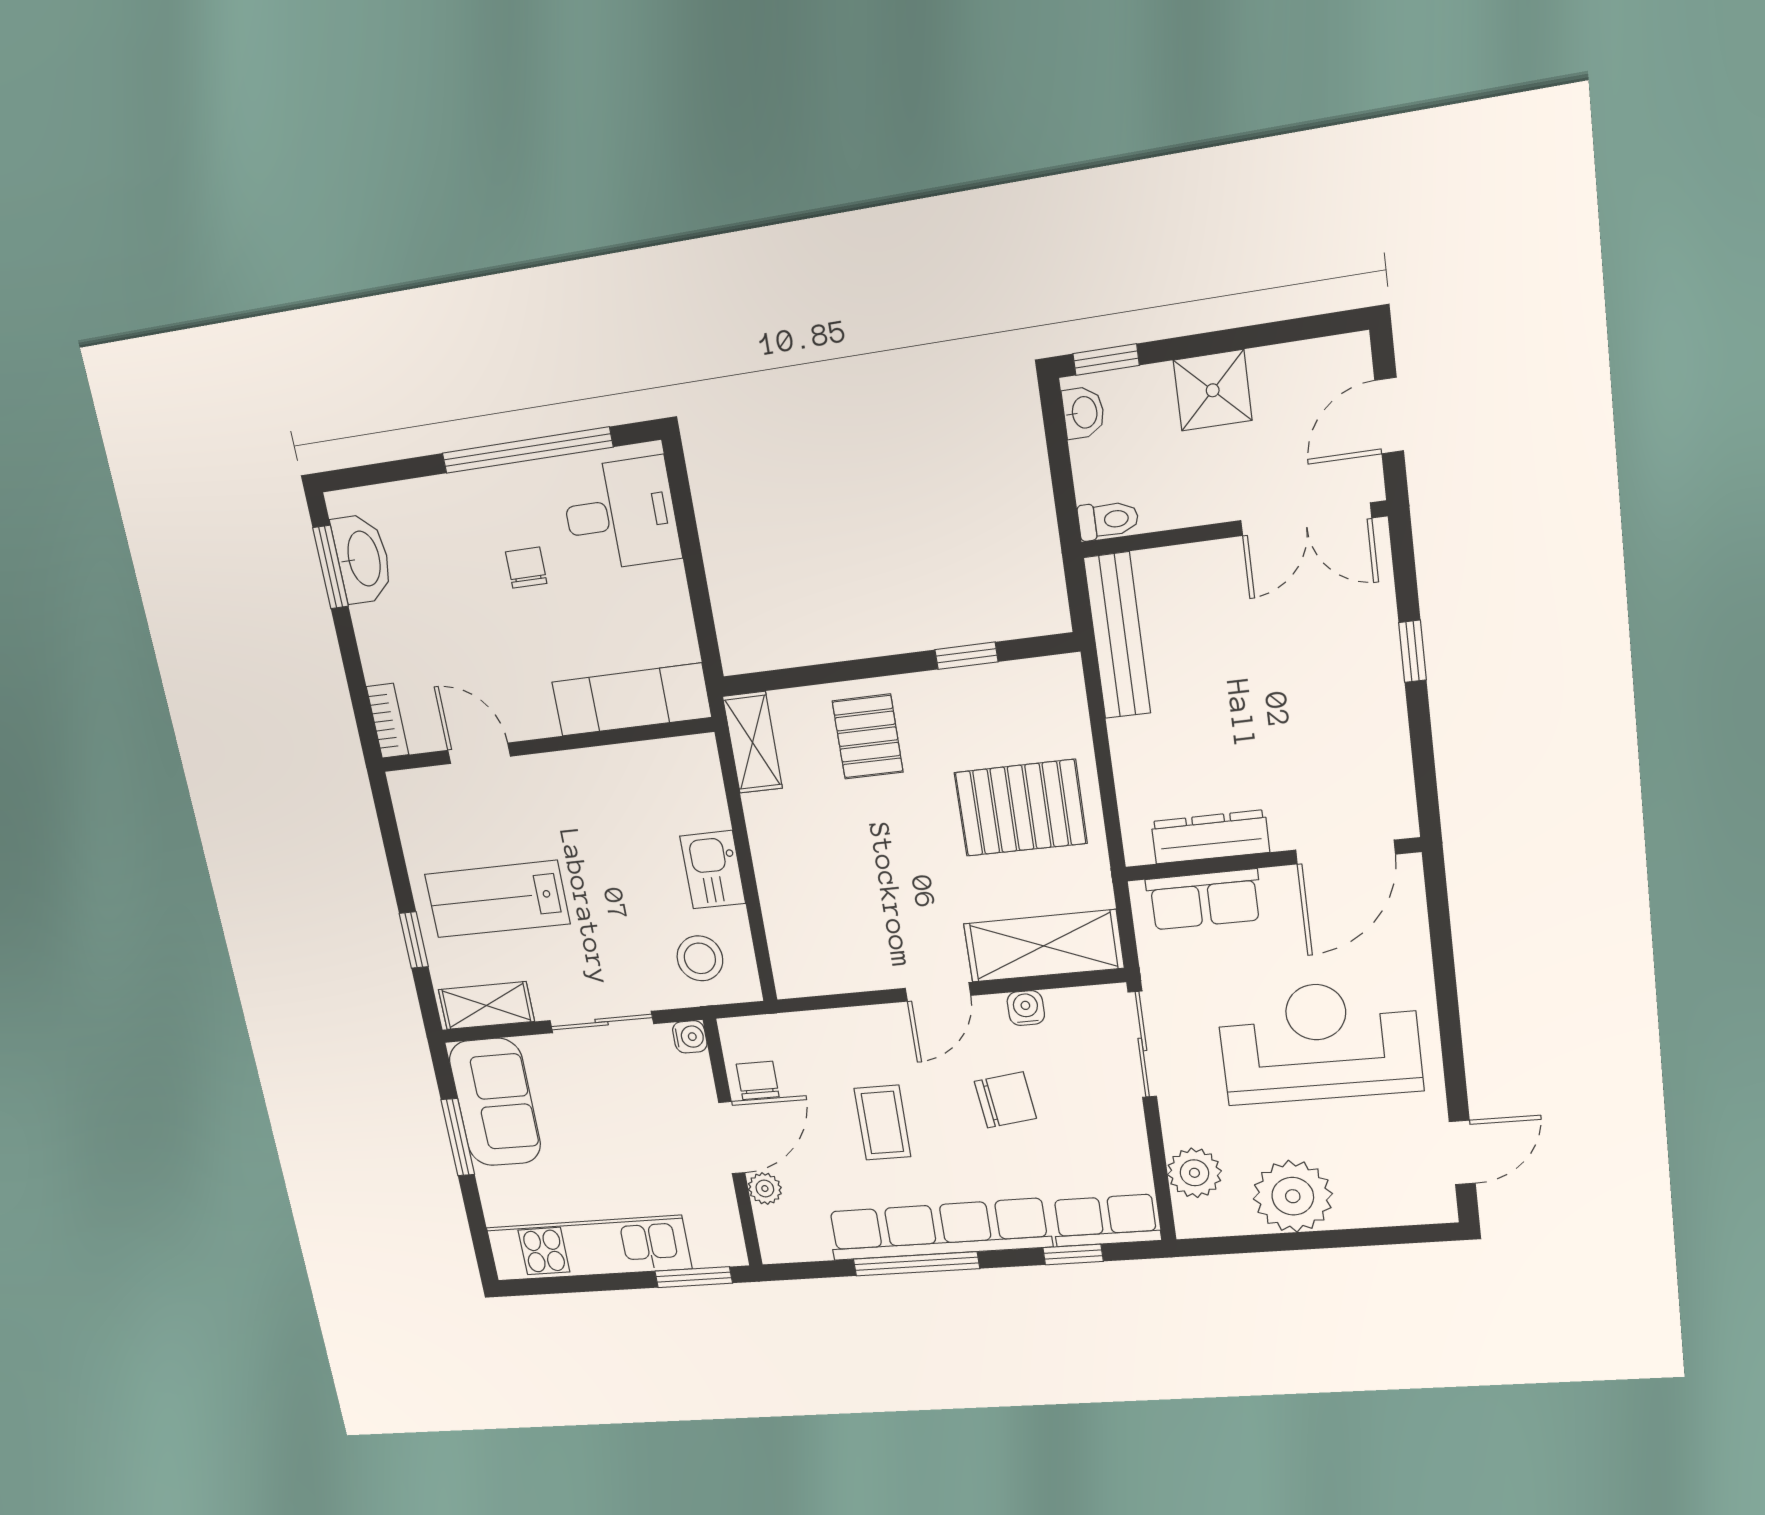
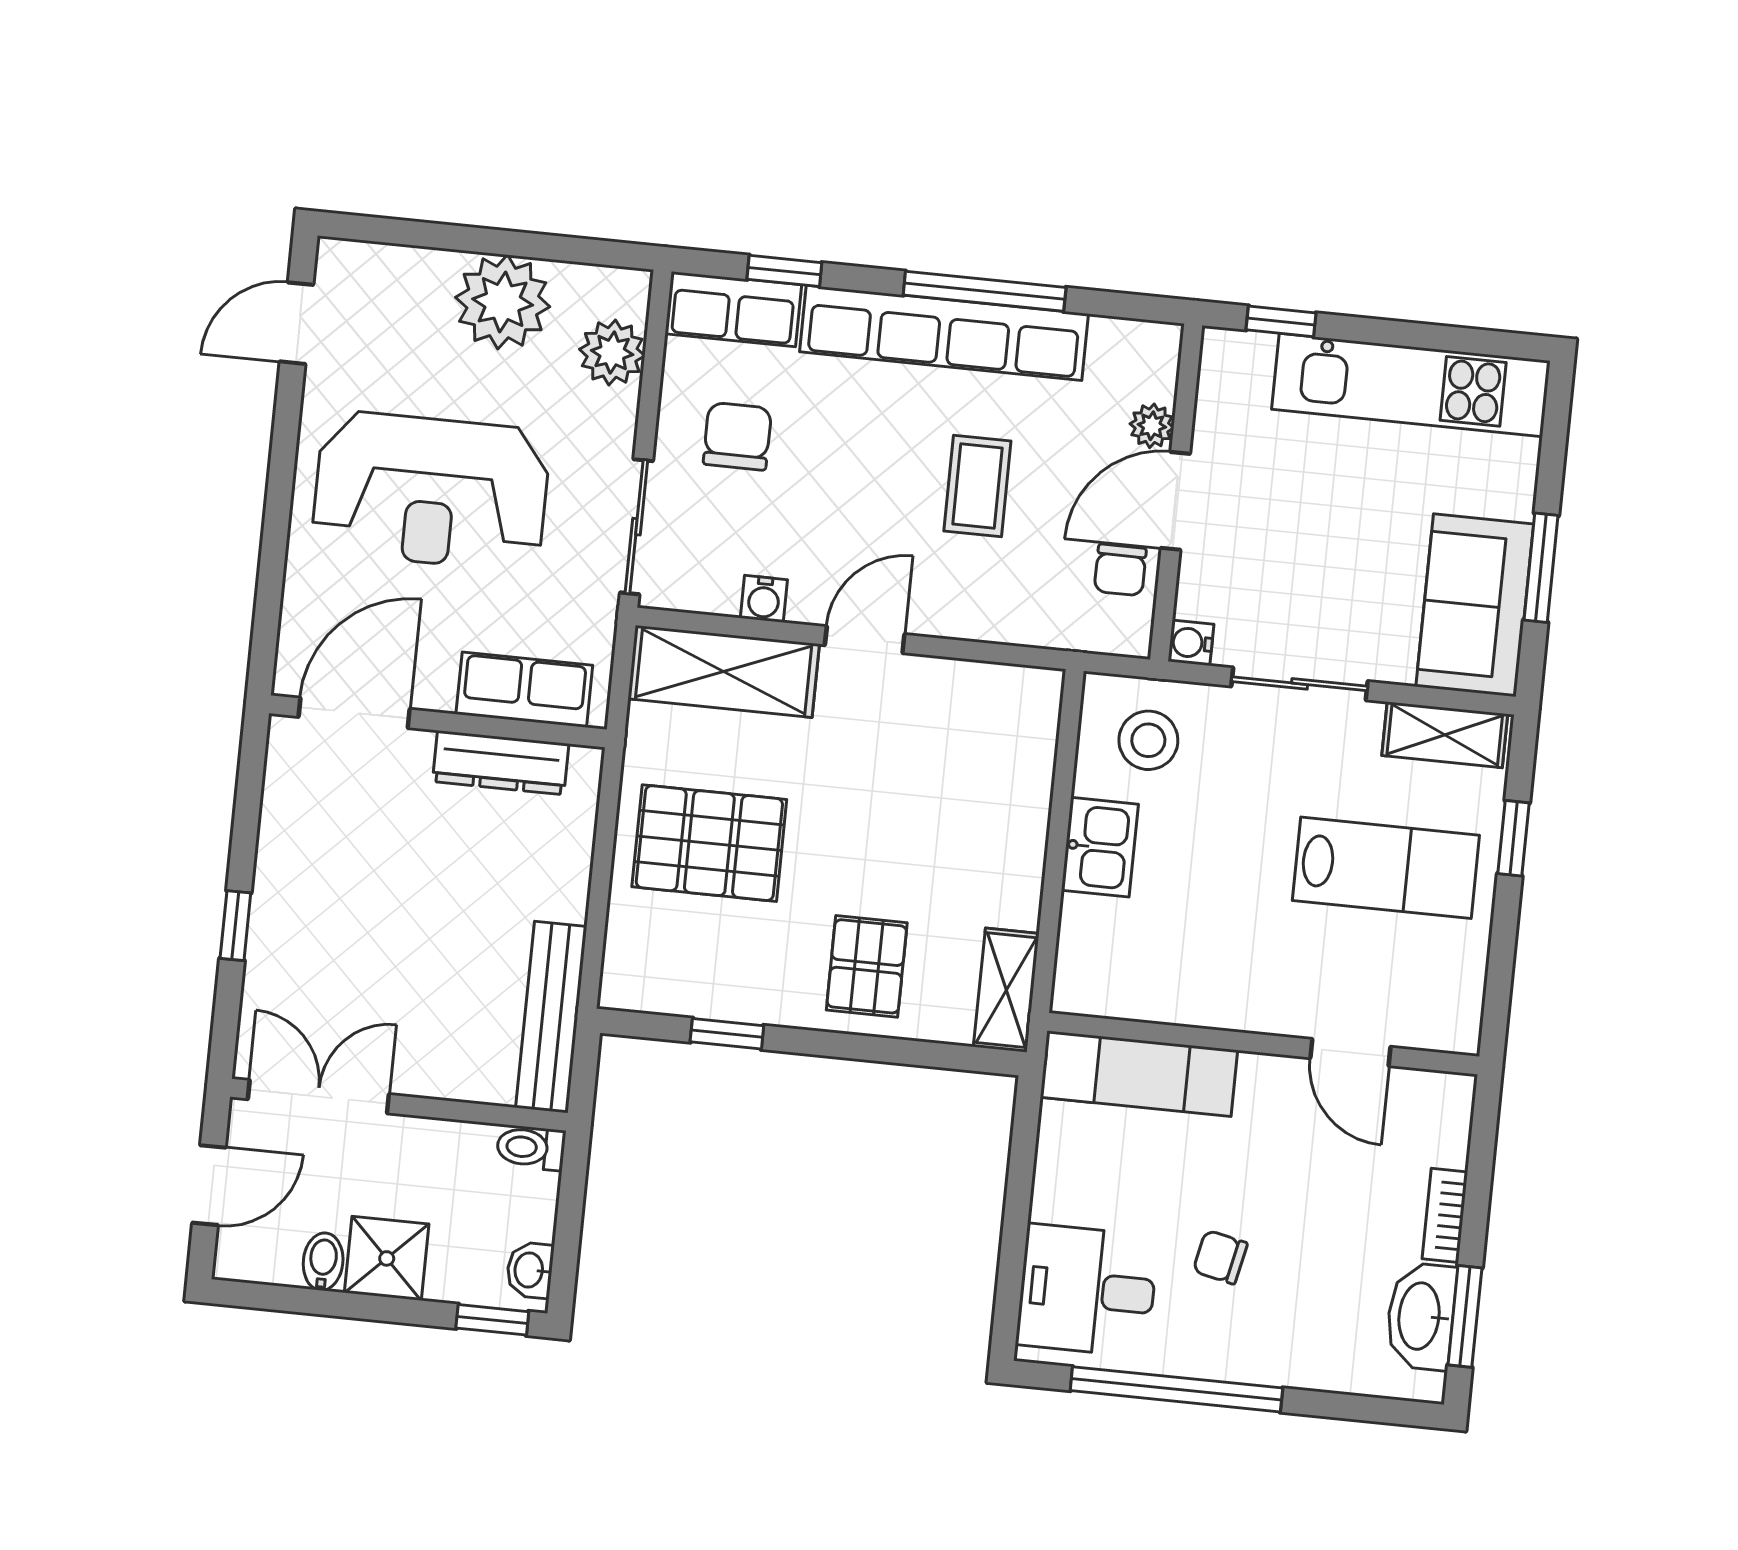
bidet: (1270, 373) -> (323, 1262), added
chair: (526, 568) -> (1220, 1257), turned 102
bookcase: (388, 721) -> (1445, 1215), moved
chair: (1005, 1100) -> (737, 436), moved, turned 97
window: (694, 1277) -> (1281, 321), width x0.67

